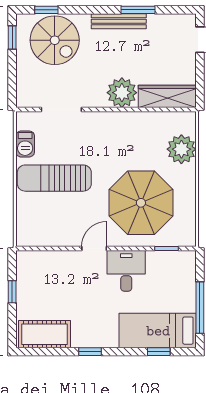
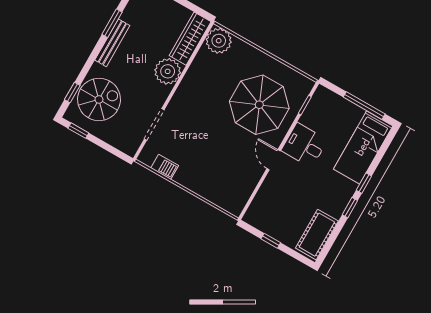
plant: (181, 149) -> (219, 41), moved
sun lounger: (54, 178) -> (203, 160), removed
window: (159, 352) -> (364, 183), moved

